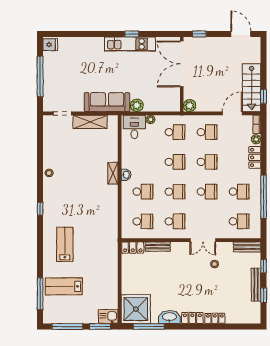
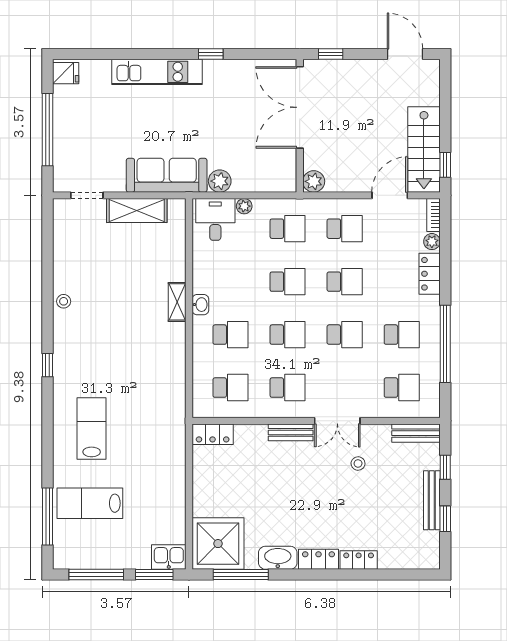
kitchen unit: (130, 44) -> (157, 72), moved
bench: (158, 247) -> (291, 432), moved

